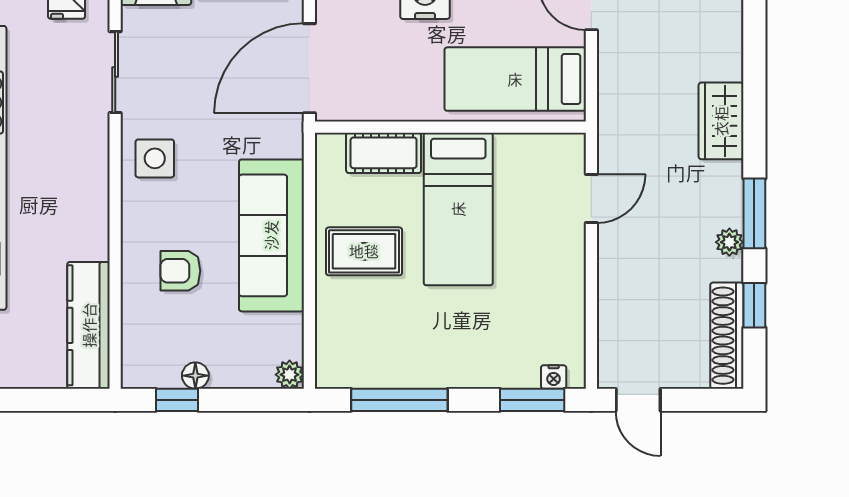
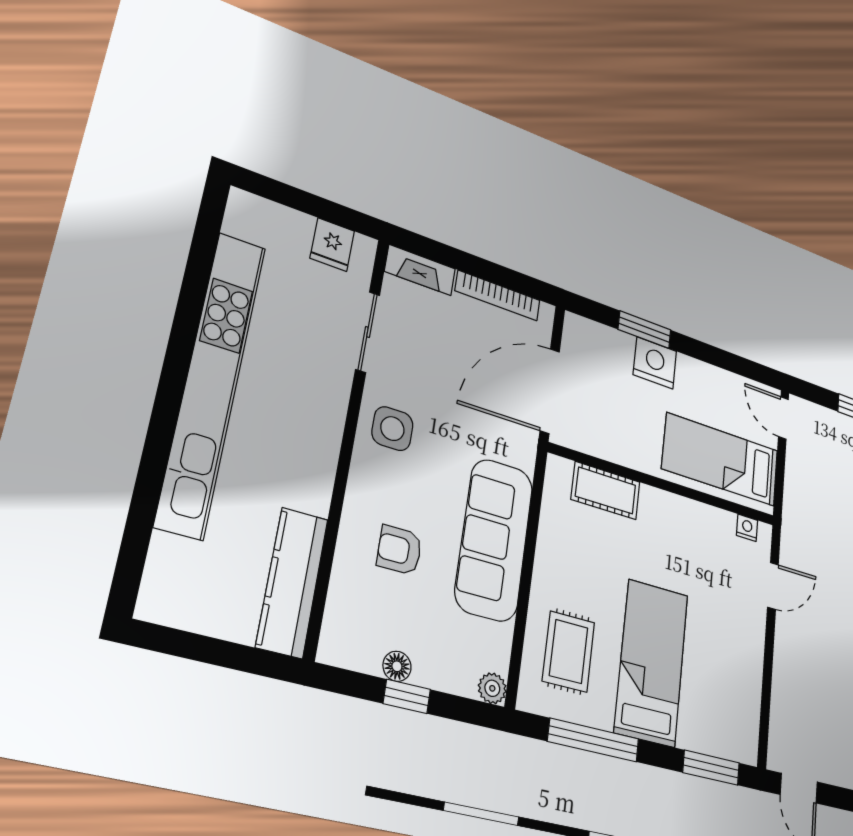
bed: (458, 209) -> (651, 663), moved, turned 180
rug: (364, 251) -> (569, 652), moved, turned 90
nightstand: (554, 377) -> (747, 528), moved, turned 180
window: (177, 400) -> (407, 696), moved

